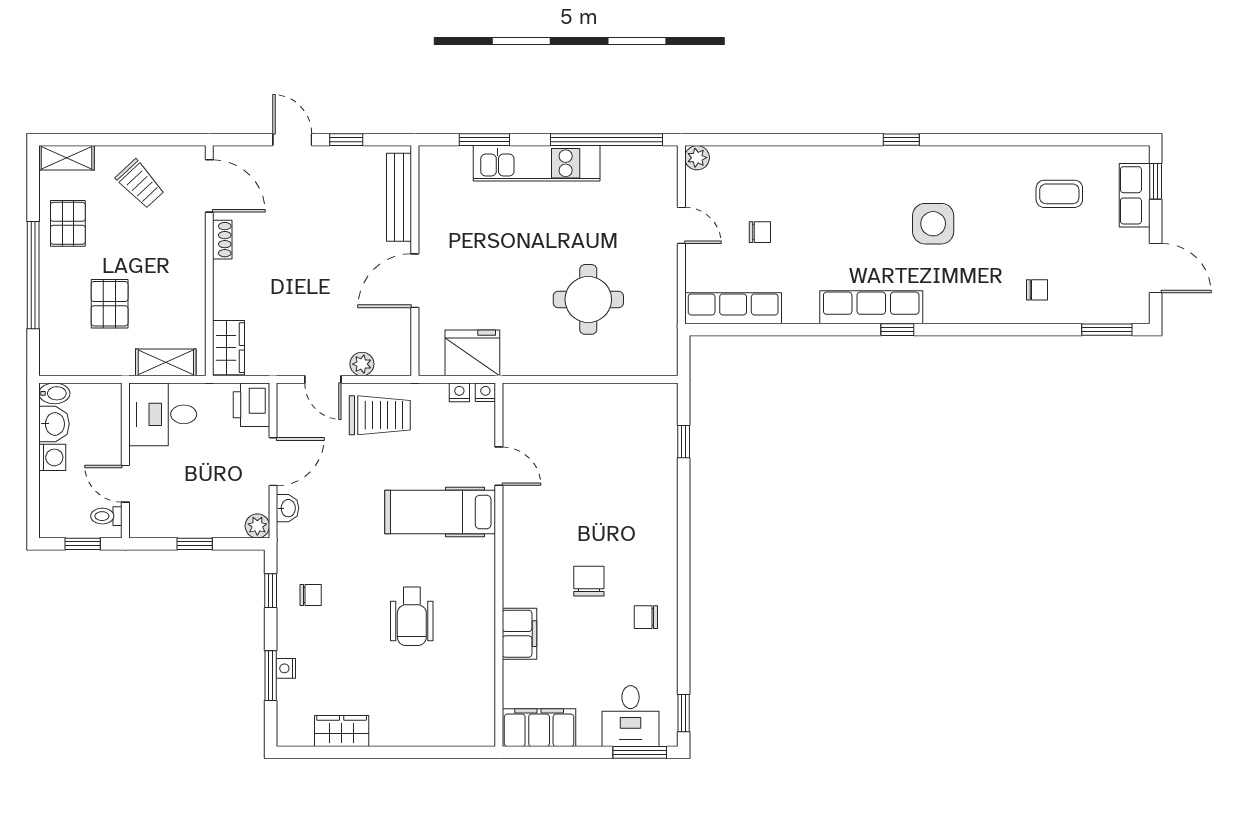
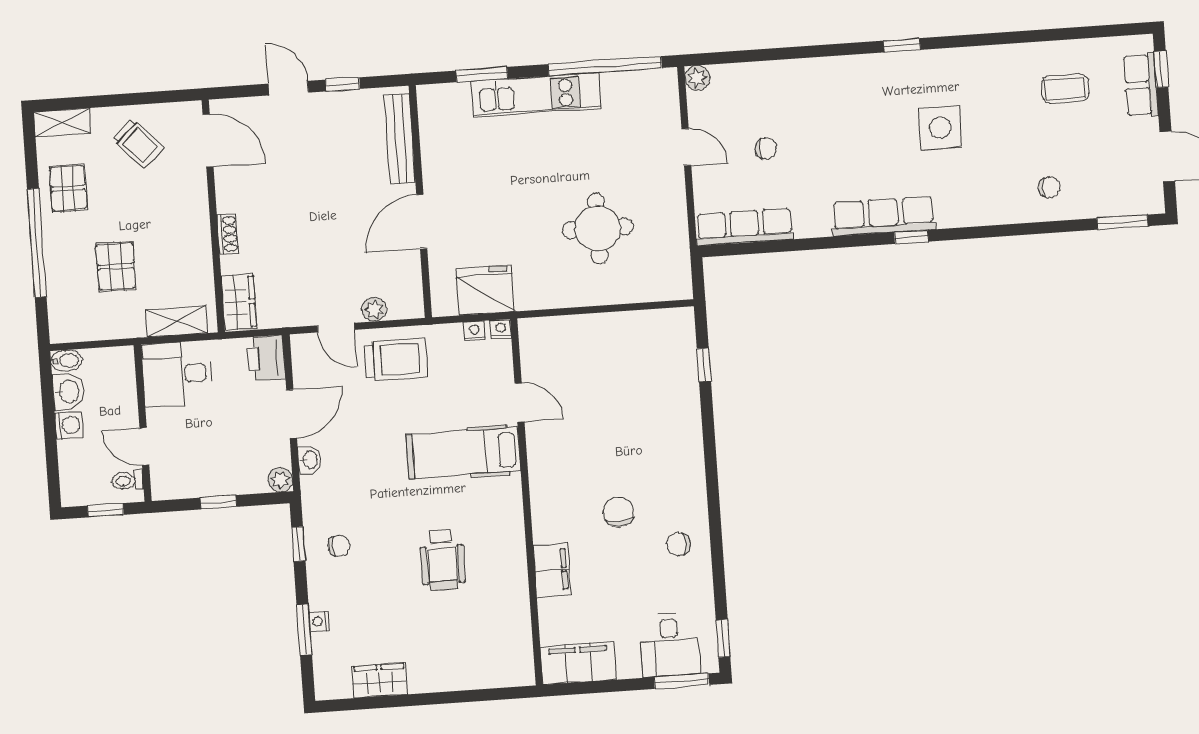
shoe rack: (222, 240) -> (228, 234), moved

